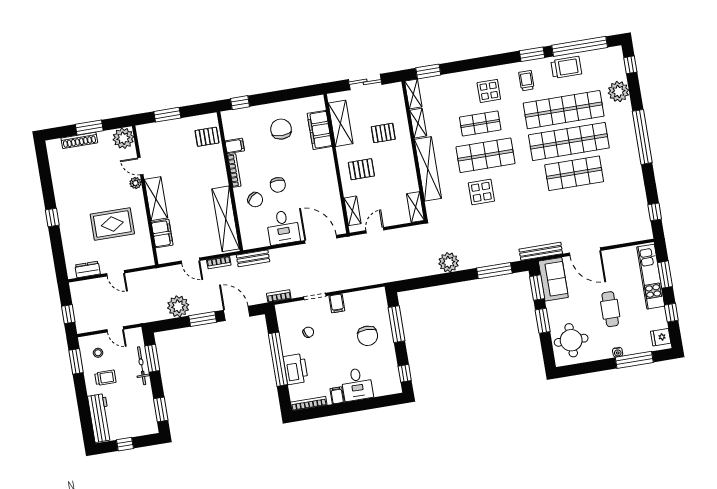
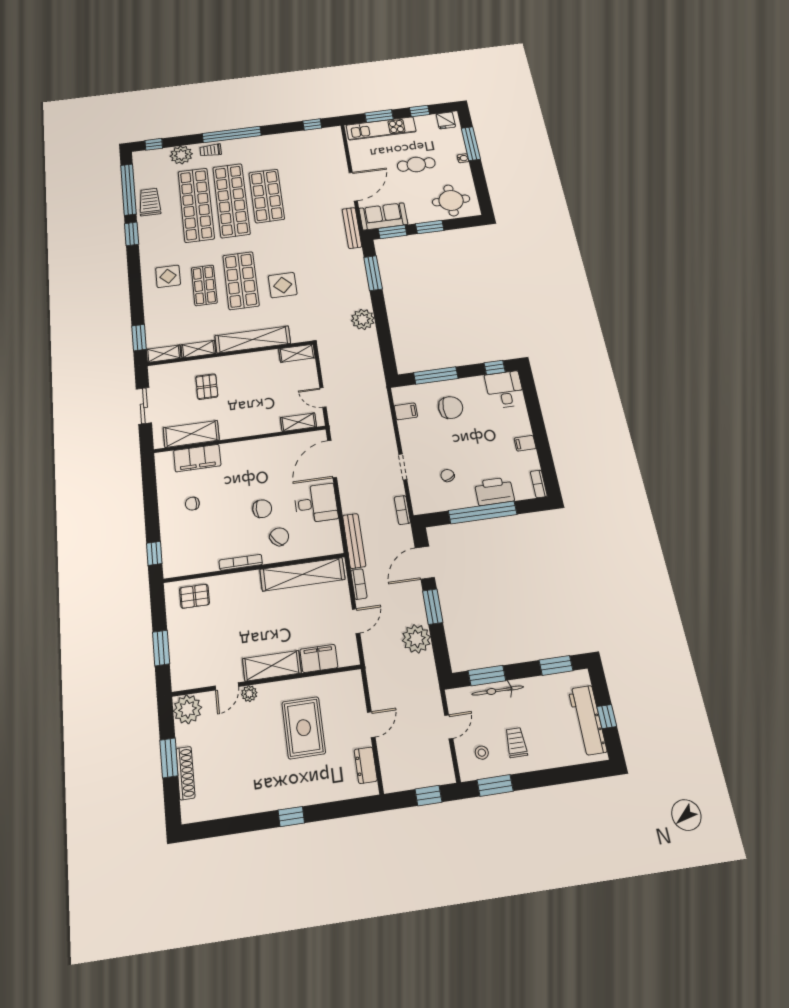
trolley: (526, 81) -> (211, 150), moved
chair: (281, 129) -> (192, 504), width x0.54, depth x0.54
pallet: (207, 137) -> (194, 596), turned 90
filing cabinet: (235, 146) -> (209, 561), removed
pallet: (361, 169) -> (249, 411), removed
bench: (253, 258) -> (354, 541), width x1.36
filing cabinet: (337, 303) -> (406, 411), moved
desk: (357, 384) -> (505, 390), moved, turned -90
bookcase: (309, 403) -> (539, 484), width x0.64
workbench: (100, 418) -> (587, 720), moved, turned -90

